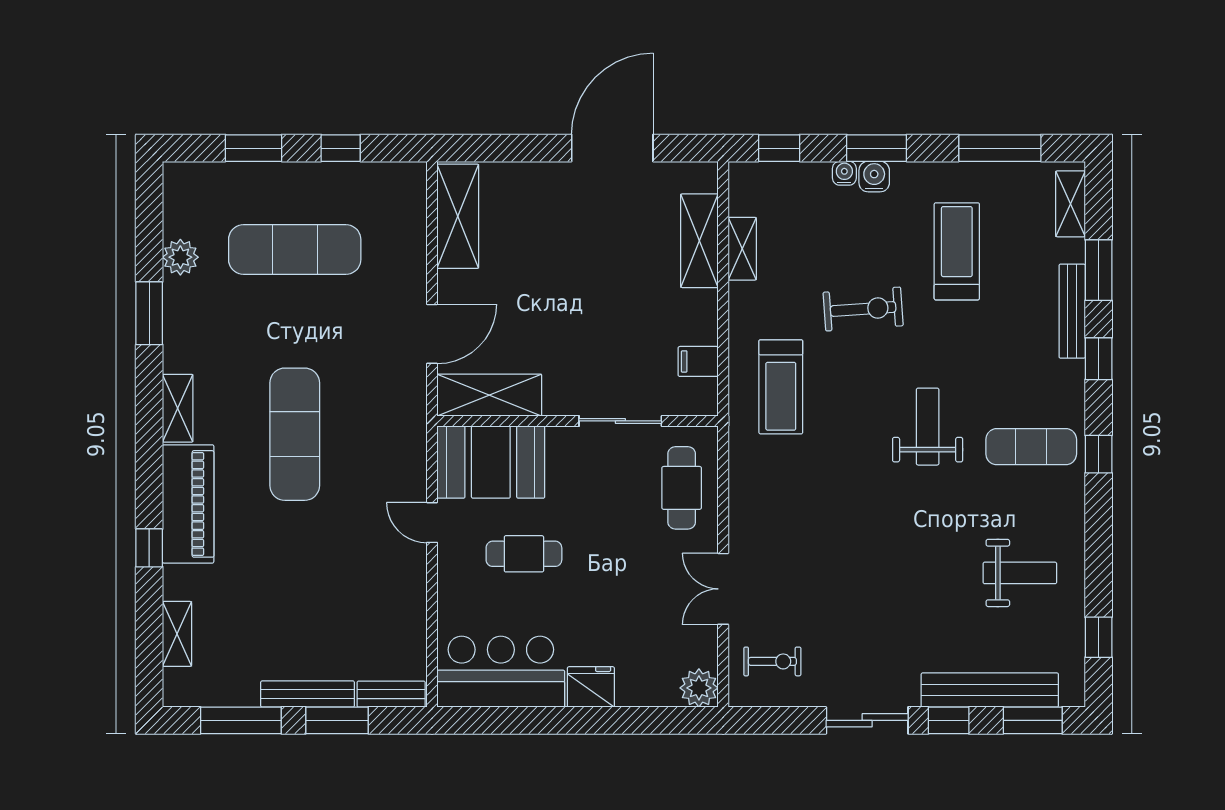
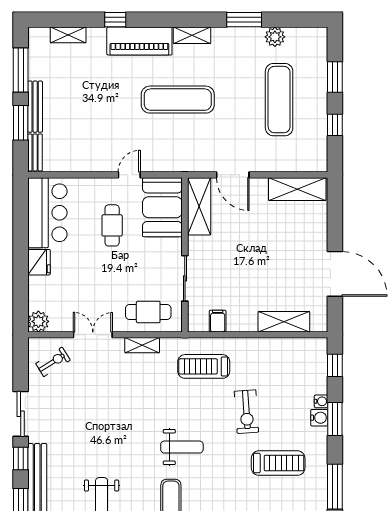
shelving: (742, 249) -> (142, 345), moved
exercise bike: (772, 661) -> (53, 362), turned -122

